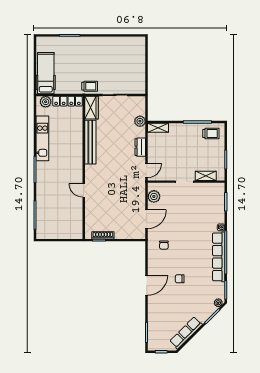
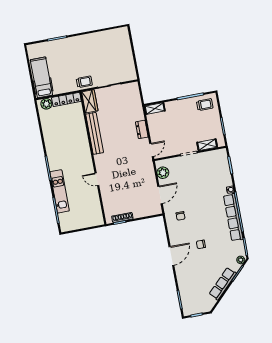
plant: (140, 121) -> (137, 105), removed
kitchen unit: (42, 138) -> (60, 191), moved
row of seats: (186, 333) -> (223, 284), moved

